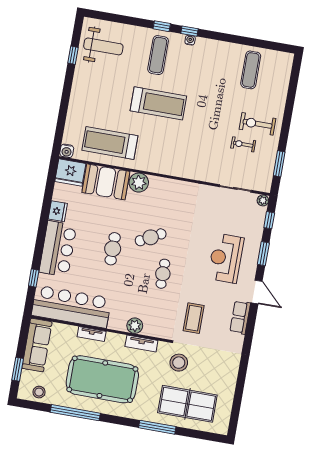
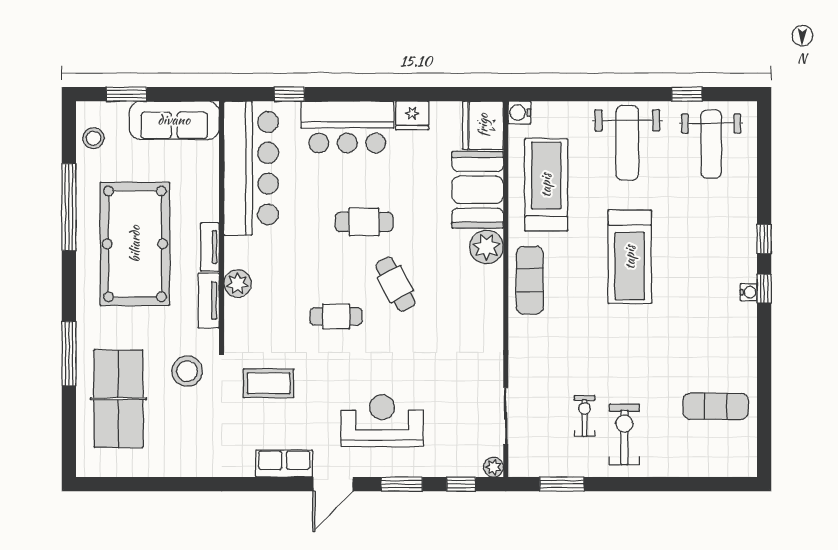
exercise mat: (158, 55) -> (530, 280), moved, turned 90
weight bench: (94, 93) -> (627, 143), added
tv unit: (92, 334) -> (210, 247), moved

